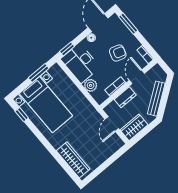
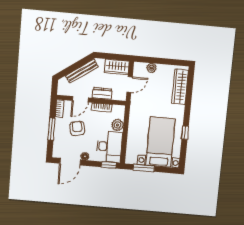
window: (128, 24) -> (51, 129), moved
armchair: (118, 53) -> (77, 128), turned 61
window: (22, 115) -> (185, 133), moved
plant: (108, 152) -> (151, 68), added

